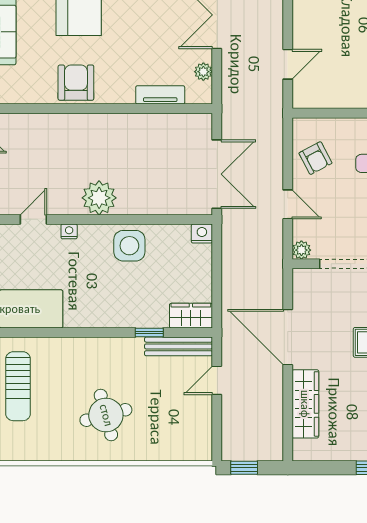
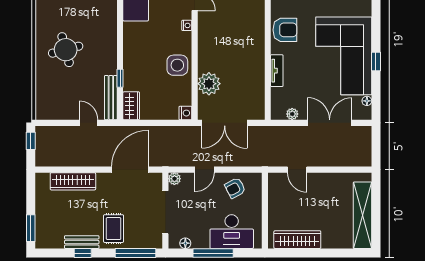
tv unit: (160, 95) -> (277, 71), moved
plant: (99, 198) -> (209, 84), moved
door: (288, 337) -> (130, 170), moved

